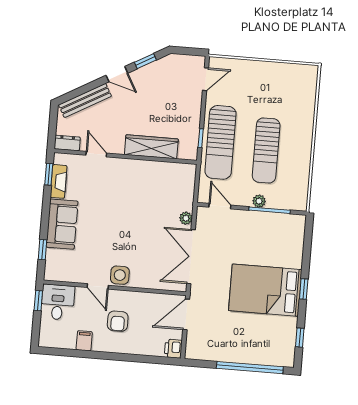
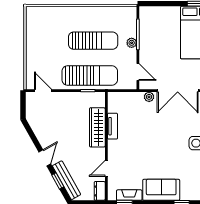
window: (145, 61) -> (58, 181), moved
tv unit: (151, 167) -> (113, 126), added
door: (220, 206) -> (138, 72), swing flipped

